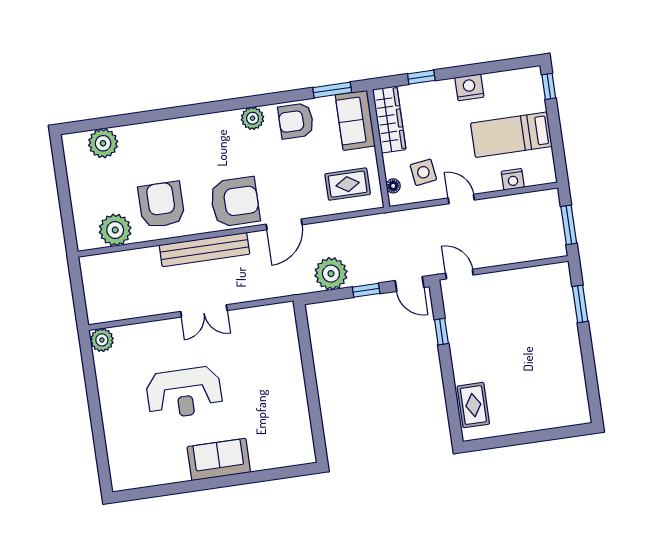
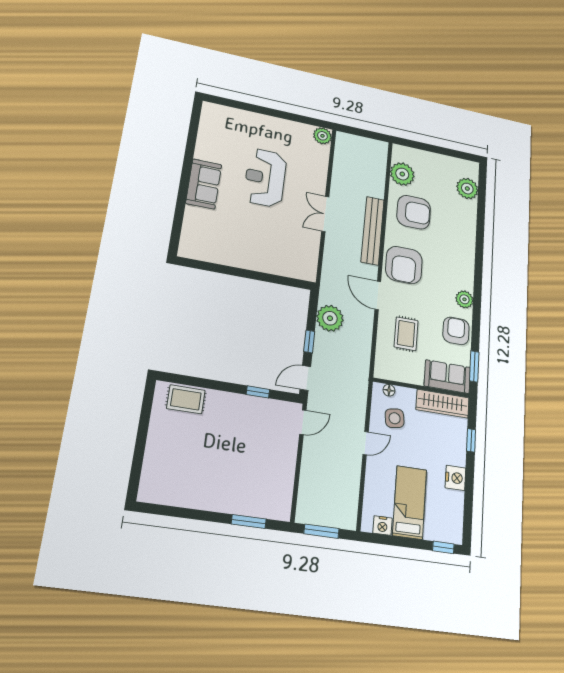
nightstand: (513, 179) -> (382, 525), moved, turned -90
rug: (348, 184) -> (406, 334), moved

